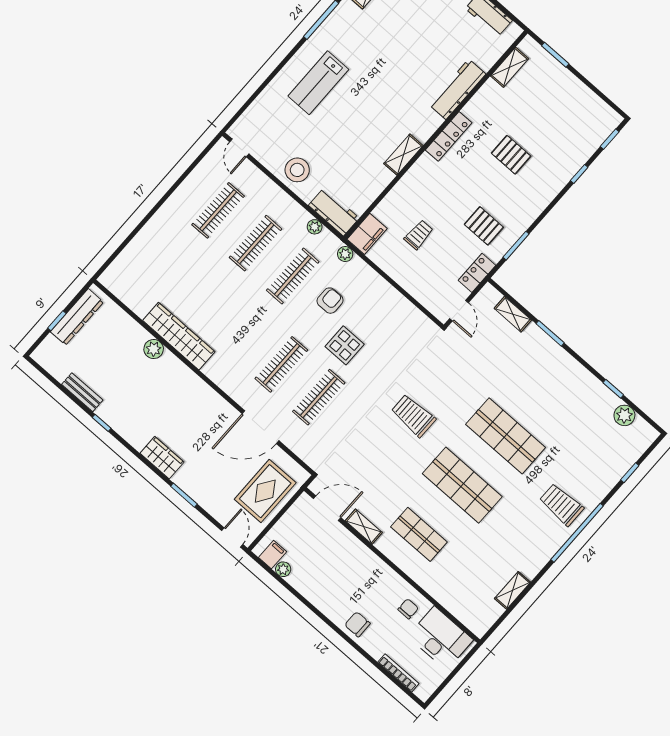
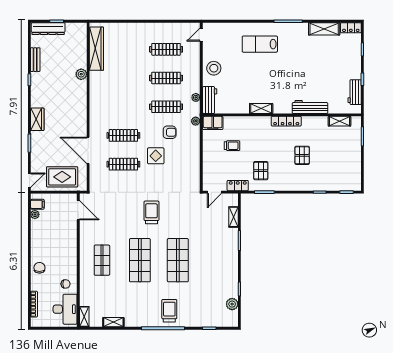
dresser: (77, 317) -> (48, 29), moved
wardrobe: (179, 336) -> (96, 49), moved
shelving: (364, 527) -> (84, 317), moved

